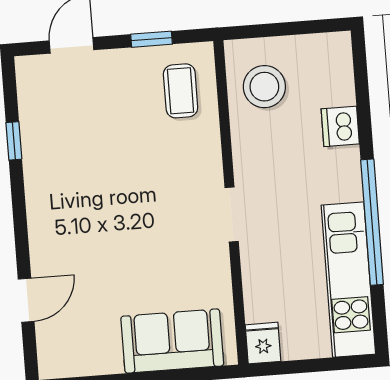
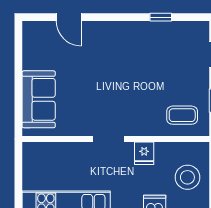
stool: (264, 87) -> (187, 177), moved
fridge: (263, 343) -> (144, 153), moved, turned 90

